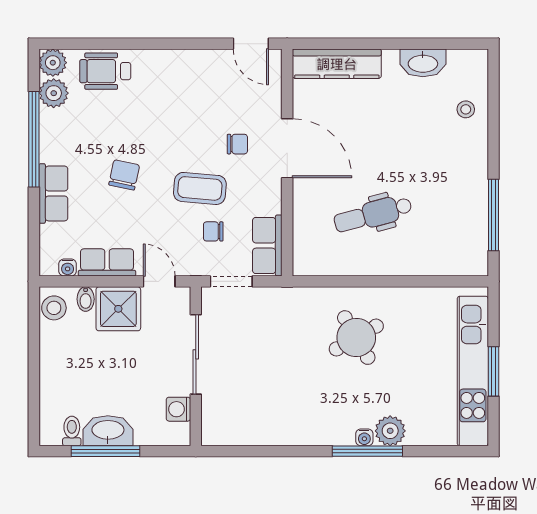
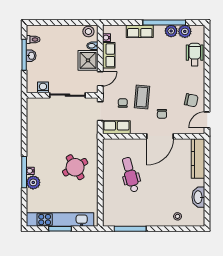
plant: (53, 63) -> (171, 31), moved
chair: (124, 175) -> (191, 100), moved
washbasin: (108, 431) -> (31, 56), width x0.52, depth x0.69

